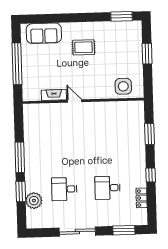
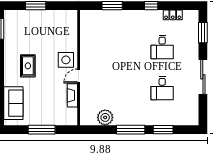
window: (17, 64) -> (42, 130), width x0.68
side table: (123, 86) -> (66, 60), moved
plant: (34, 201) -> (105, 117), moved

